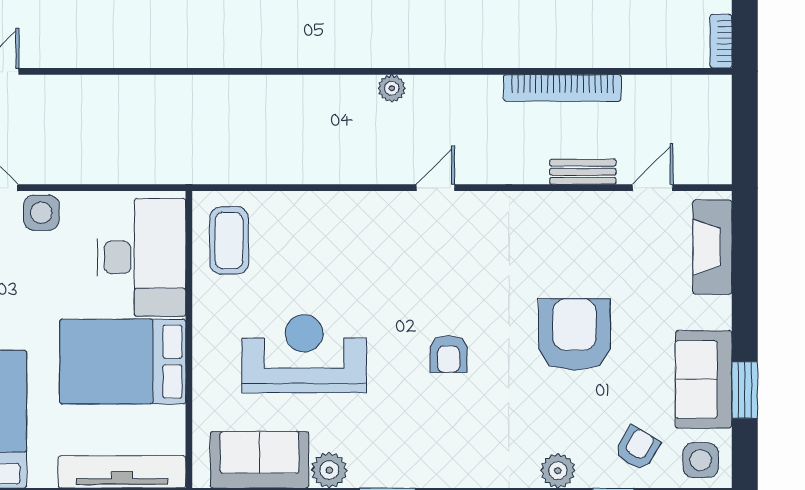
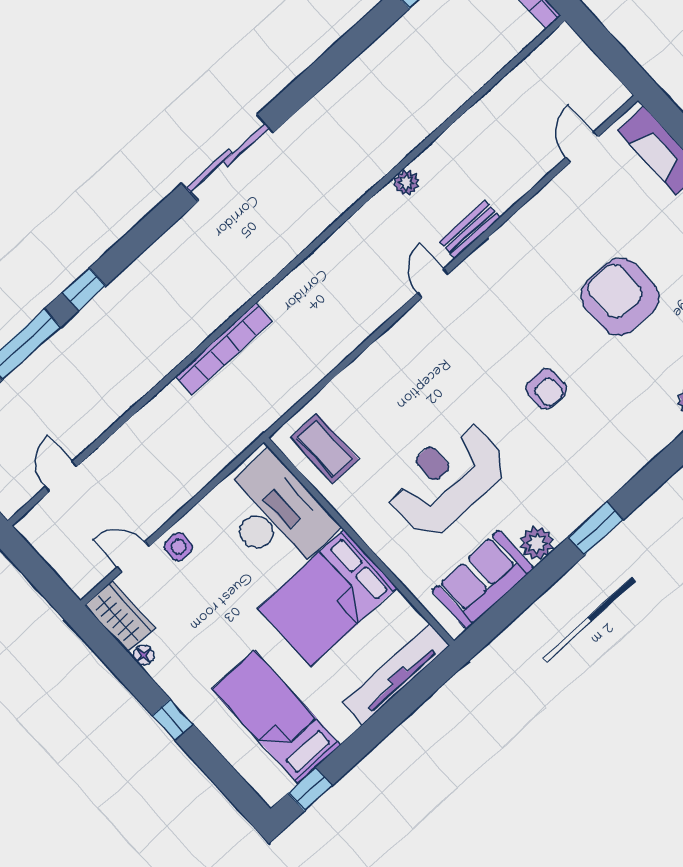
plant: (392, 88) -> (406, 183), moved
bookcase: (562, 88) -> (224, 349), moved
bench: (583, 172) -> (470, 229), moved
side table: (41, 213) -> (179, 547), width x0.73, depth x0.73

